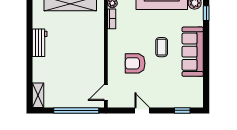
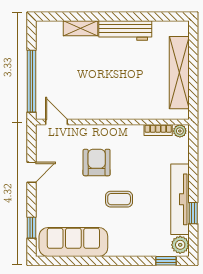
workbench: (40, 43) -> (125, 30), width x1.38
sofa: (193, 52) -> (73, 242), moved
shelving: (38, 95) -> (81, 28), moved

